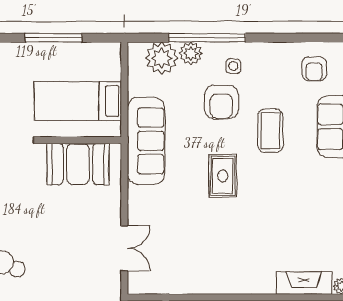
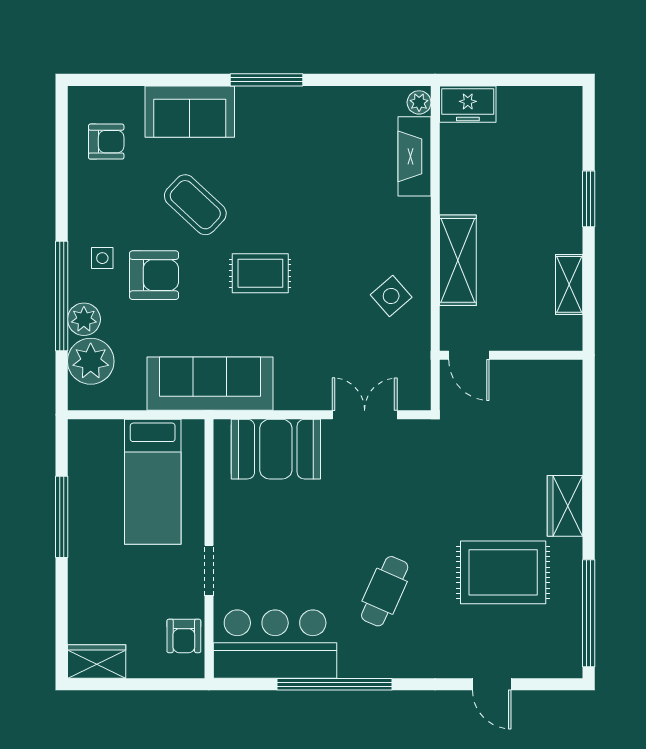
coffee table: (270, 131) -> (195, 205), turned 43
booth: (78, 164) -> (276, 449), moved, turned 90
side table: (207, 267) -> (391, 296), added

